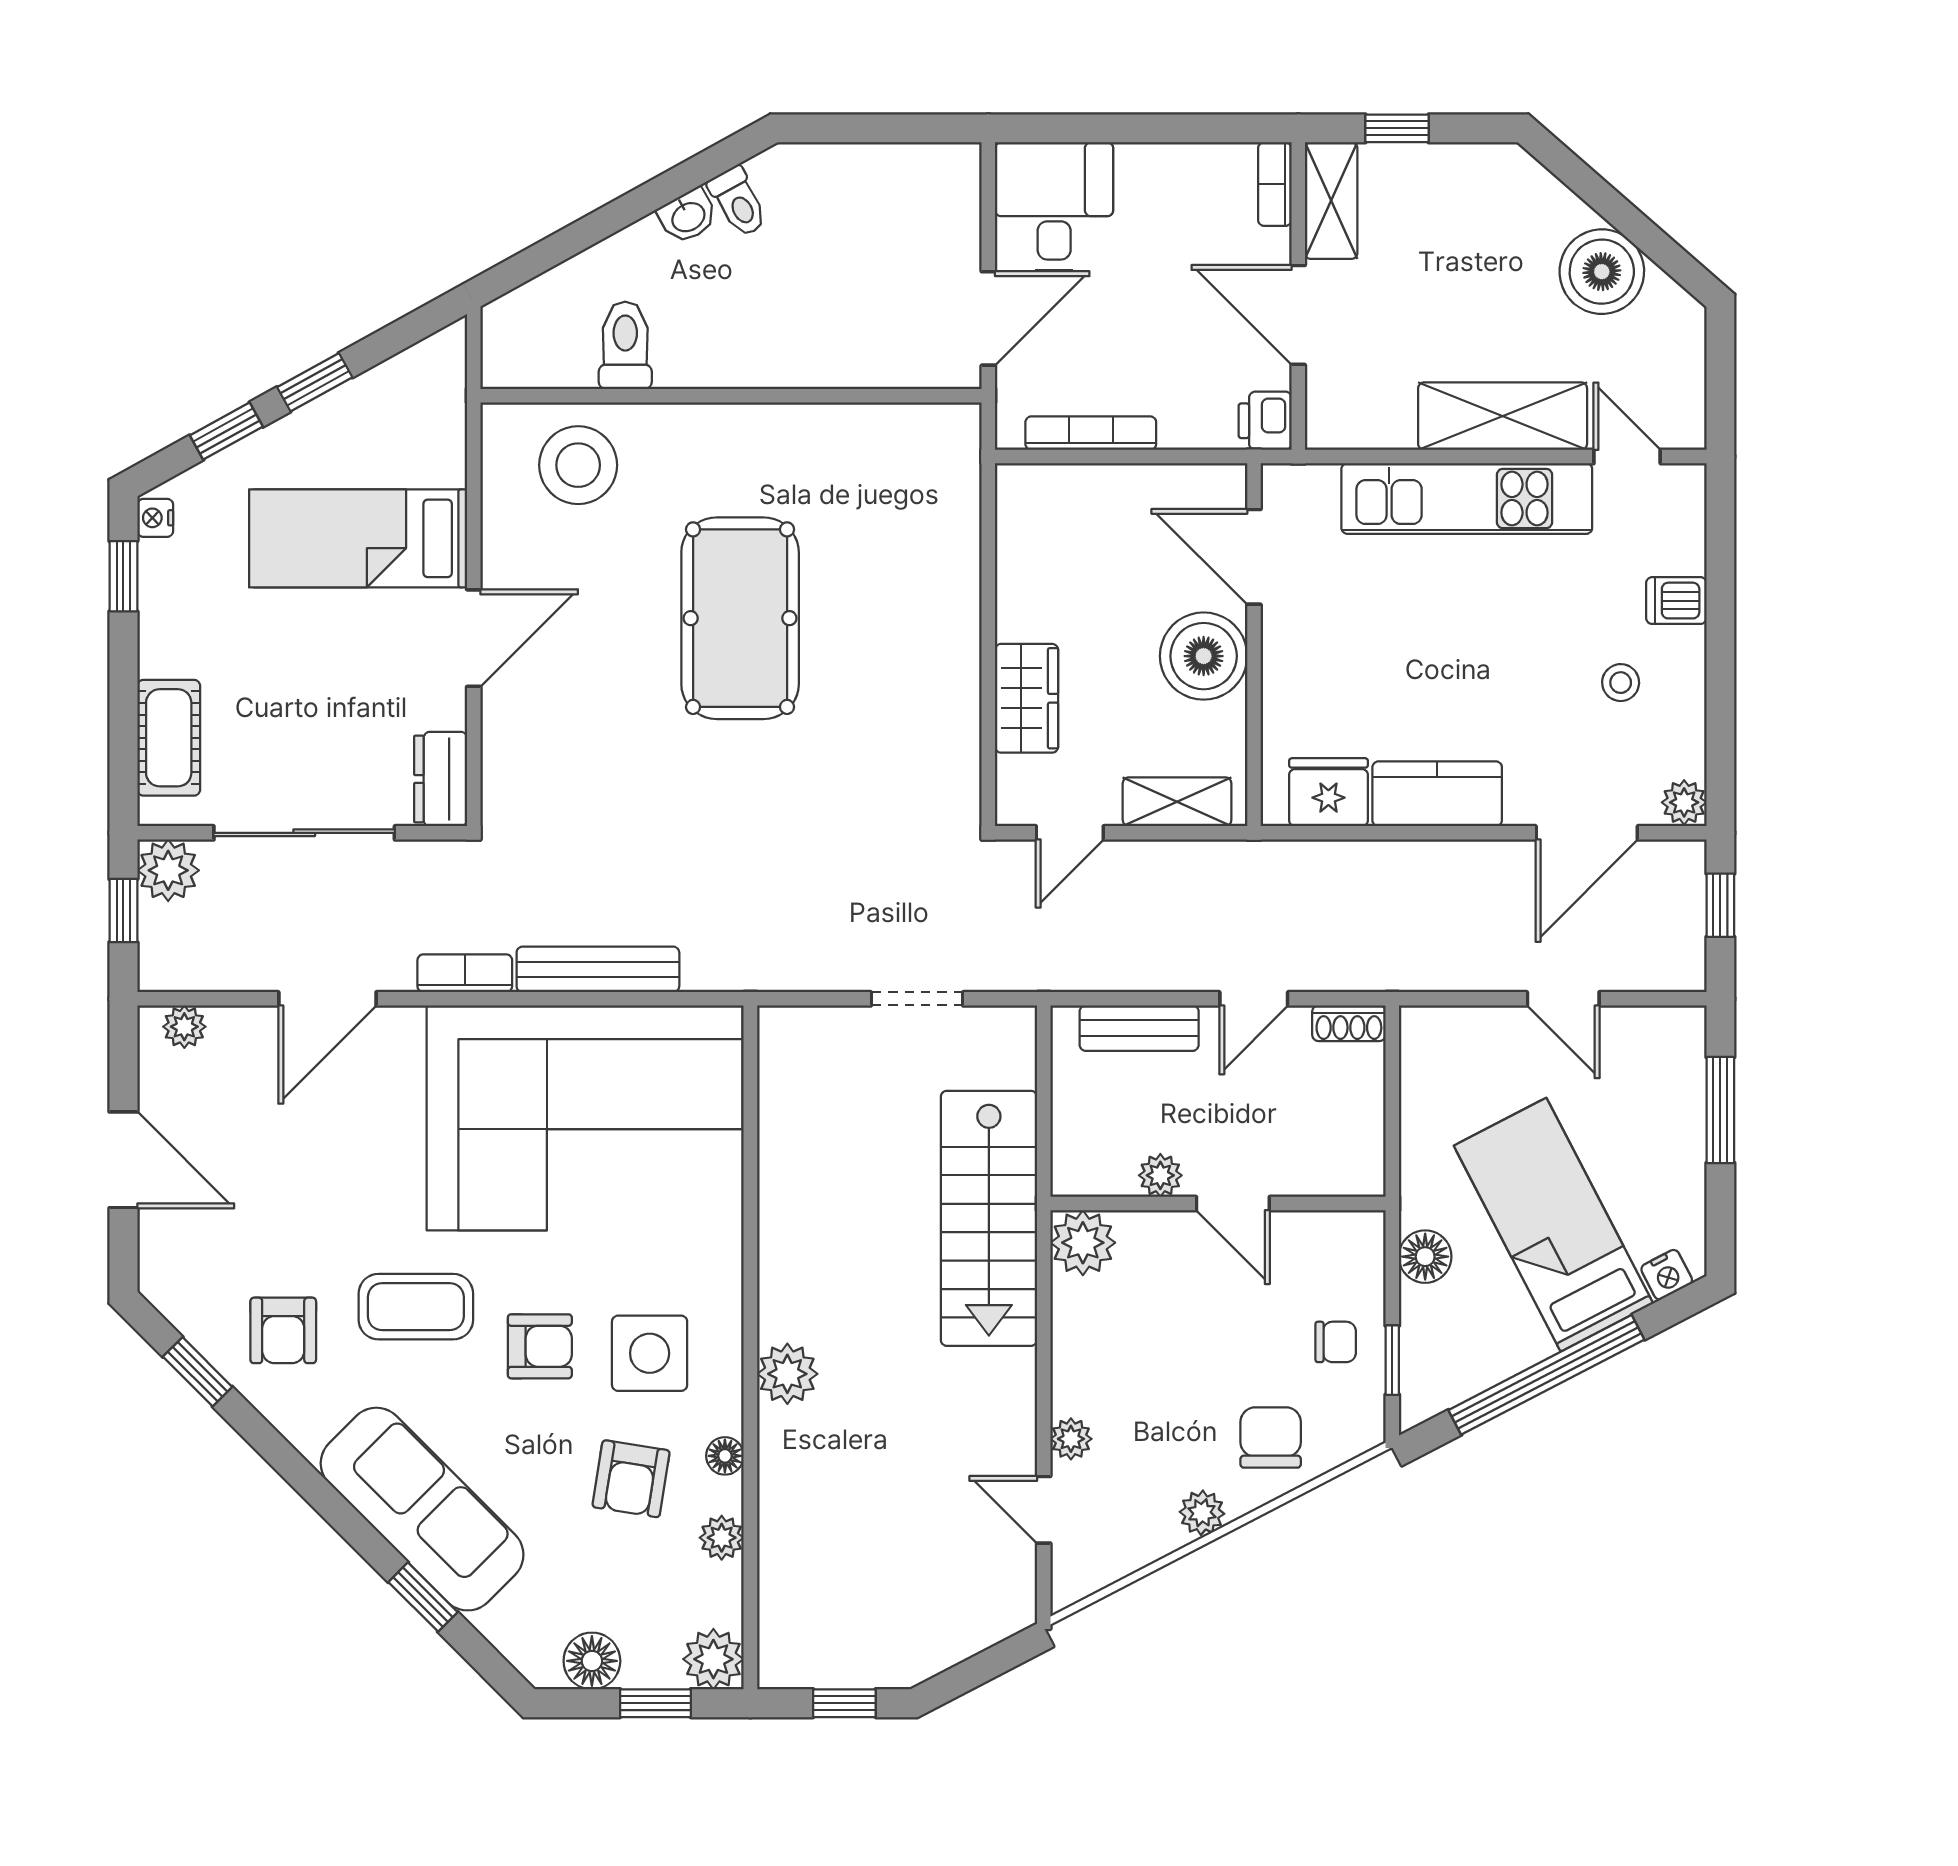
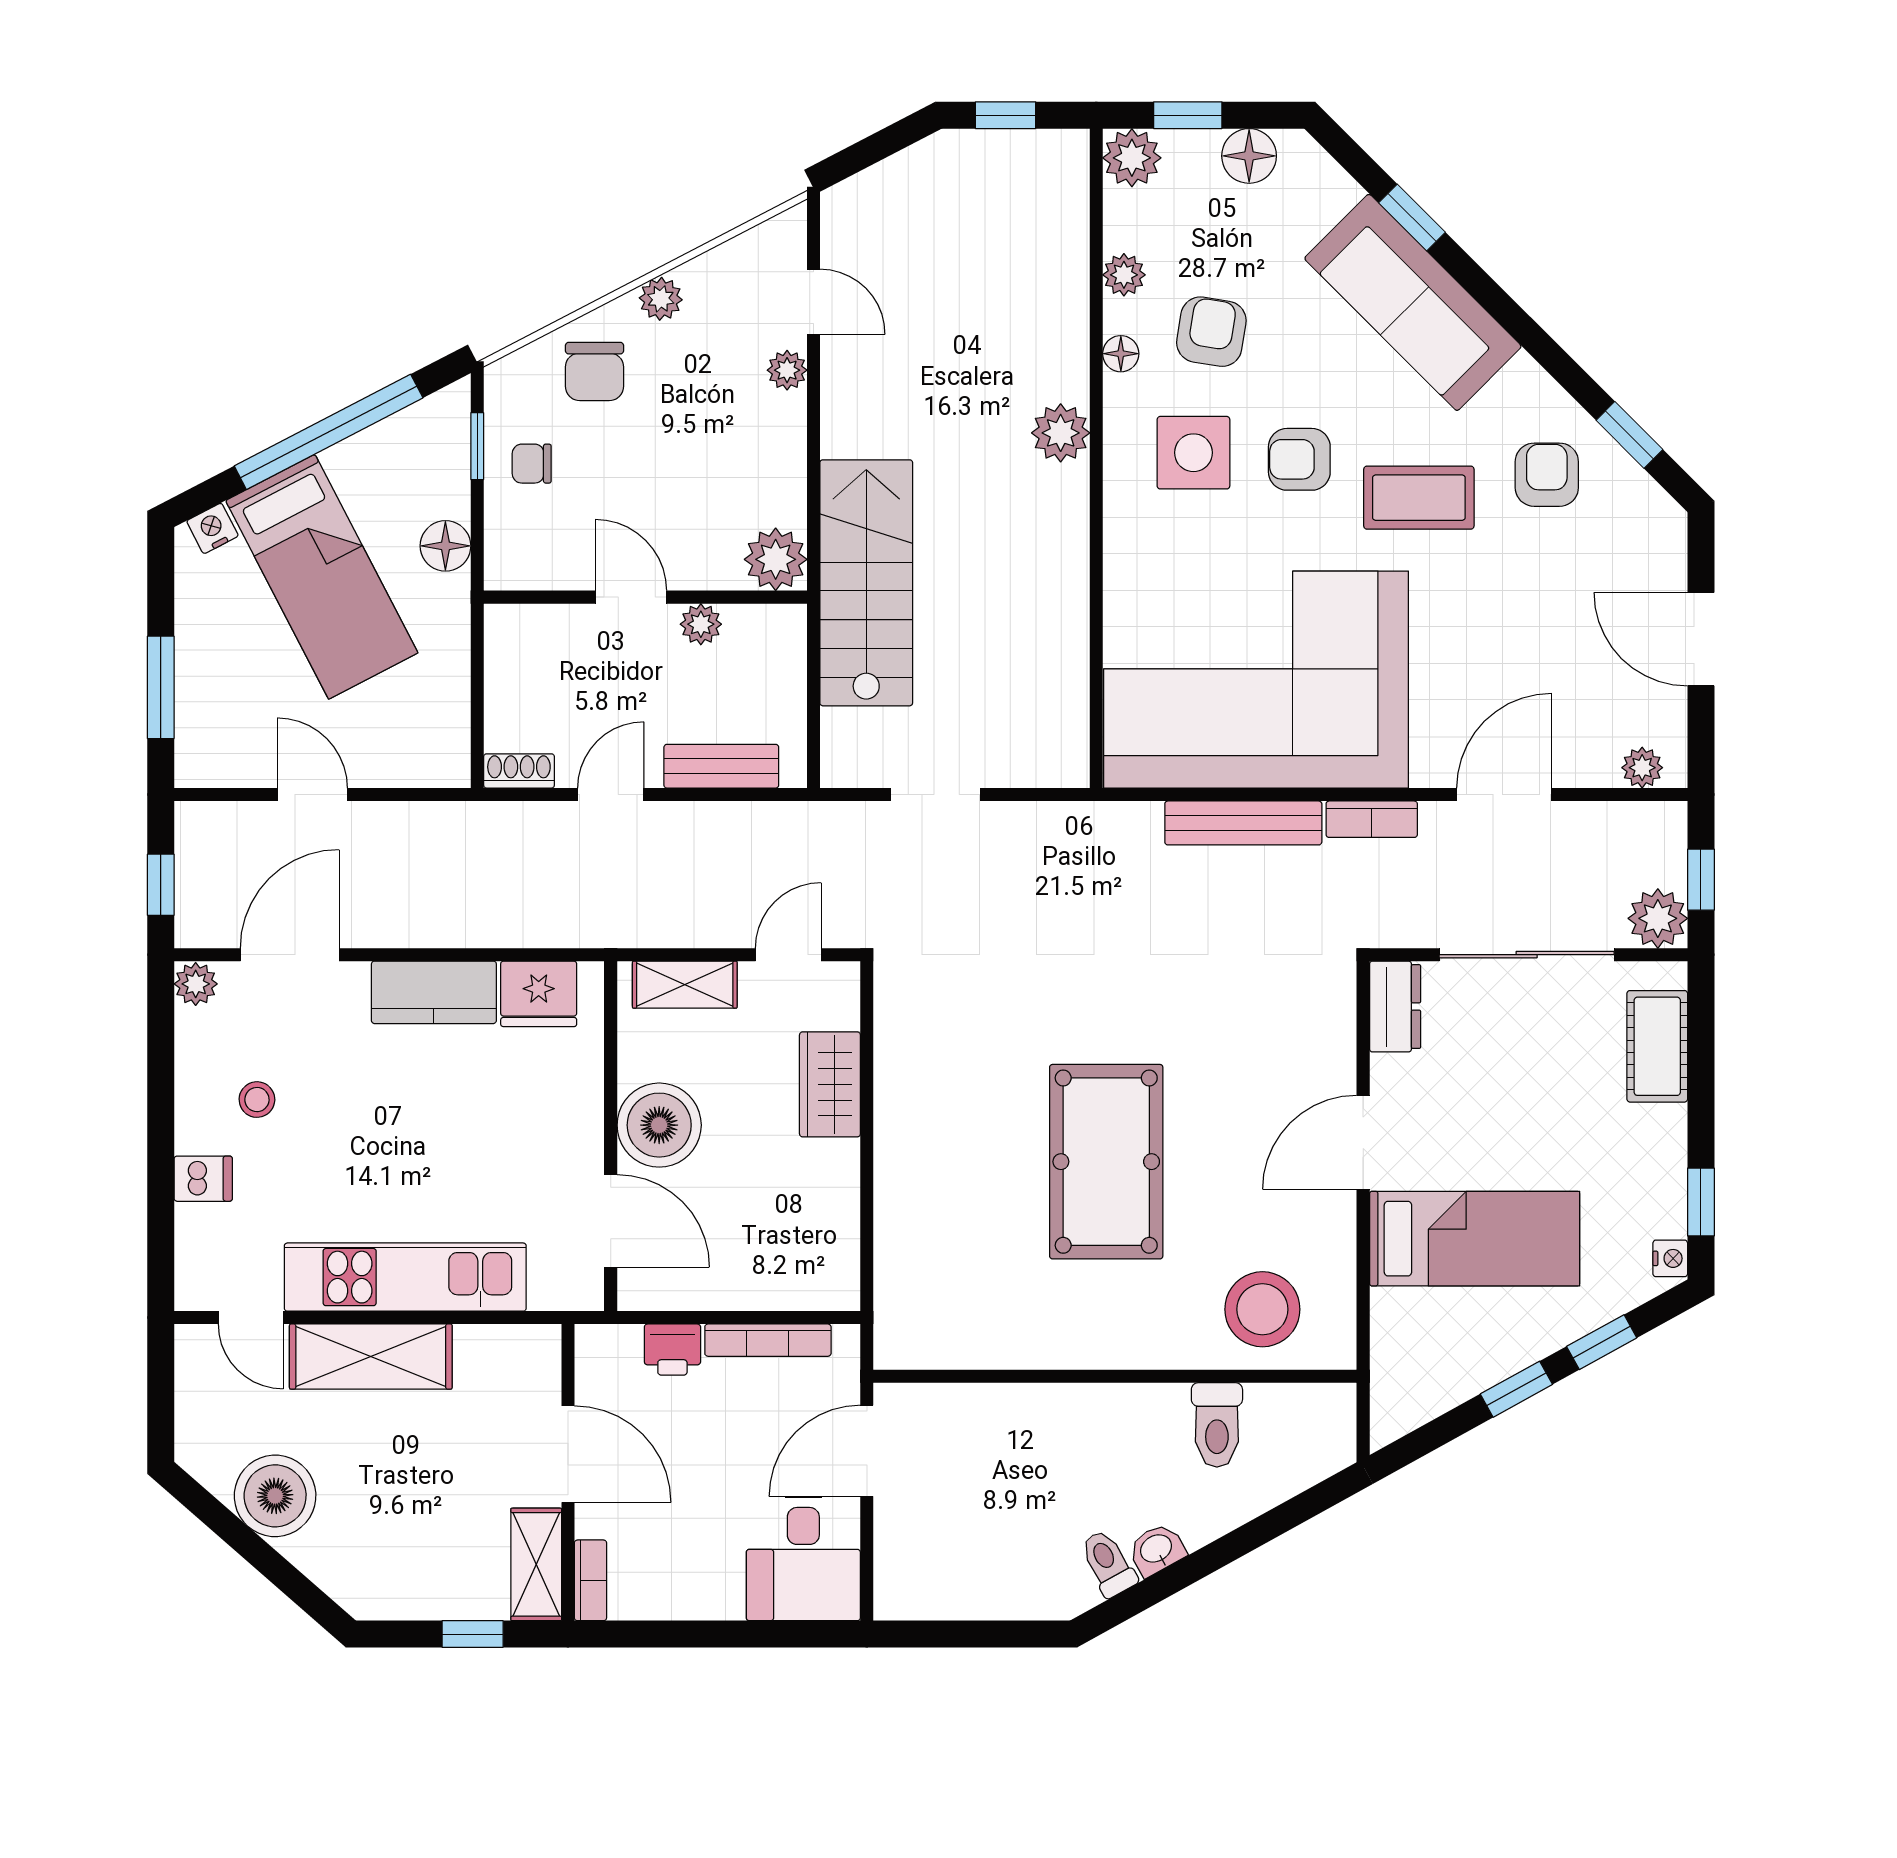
printer: (1265, 421) -> (672, 1350), moved, turned 90

